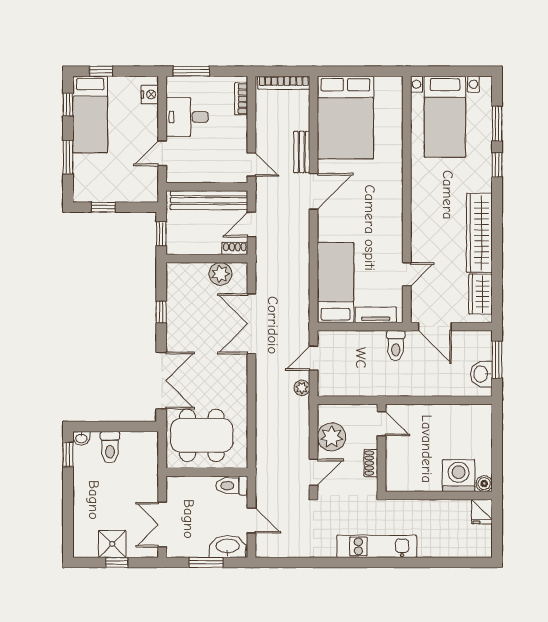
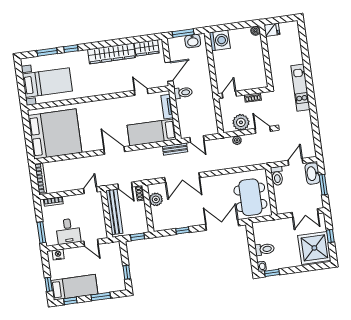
bed: (345, 118) -> (55, 134), width x1.36
bench: (302, 152) -> (175, 149), moved
door: (314, 191) -> (114, 150), moved
plant: (302, 388) -> (237, 140), moved
washing machine: (459, 475) -> (220, 40), moved, turned 180
shower: (112, 544) -> (314, 248), width x1.86, depth x1.86

